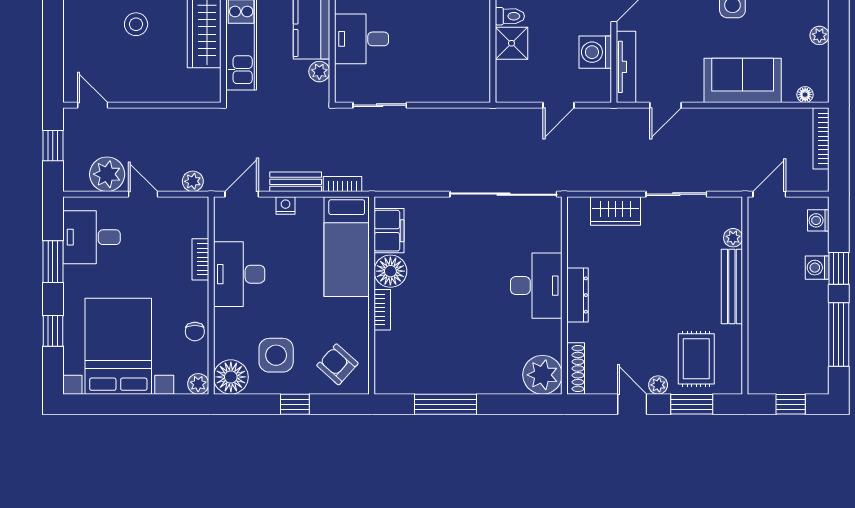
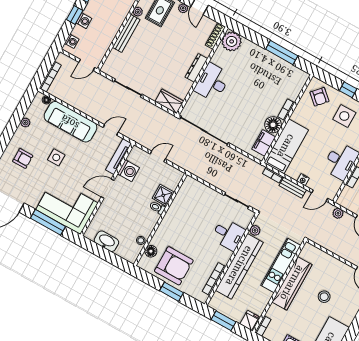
sofa: (743, 80) -> (70, 122), width x1.36
wardrobe: (616, 211) -> (169, 101), moved
plant: (733, 238) -> (138, 12), moved

